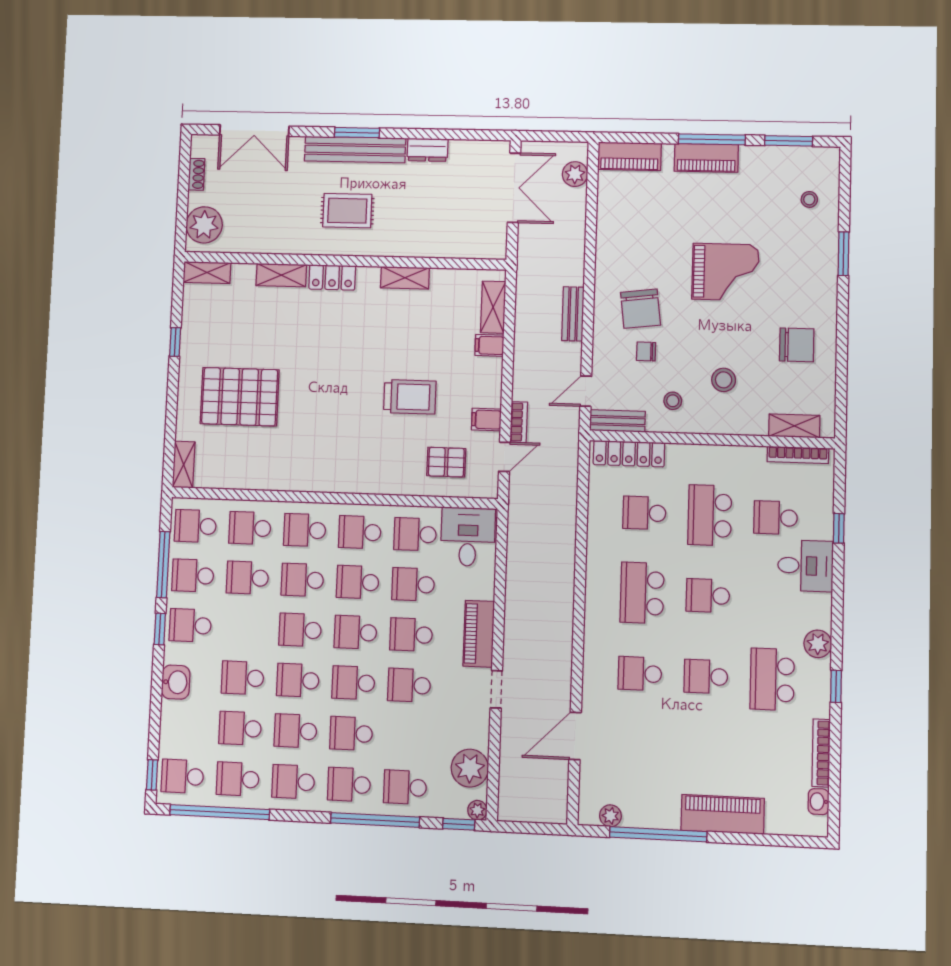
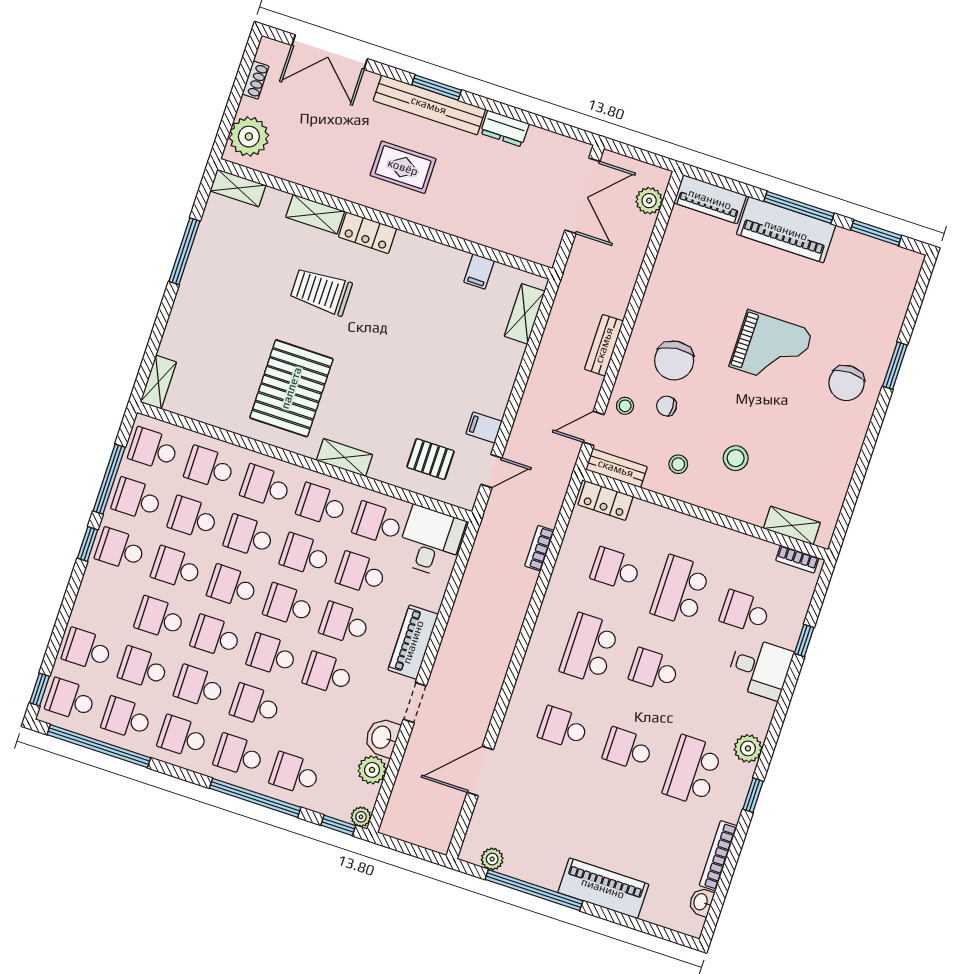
piano: (706, 158) -> (786, 230), width x1.37, depth x1.33
stool: (809, 199) -> (625, 406), moved
shelving: (405, 278) -> (344, 457), moved
window: (175, 342) -> (184, 251), width x2.17
filing cabinet: (489, 345) -> (479, 271), moved, turned -90
chair: (797, 345) -> (846, 383), moved, turned 90
pallet: (240, 397) -> (291, 388), moved, turned 90
trolley: (410, 397) -> (321, 291), moved, turned 180
bookcase: (519, 422) -> (539, 548), moved, turned 180
locker: (629, 454) -> (605, 501), width x0.66
bookcase: (798, 455) -> (797, 559), width x0.64
school desk: (245, 628) -> (176, 568), added
washbasin: (176, 682) -> (382, 737), moved, turned 180
school desk: (185, 726) -> (87, 650), added
plant: (470, 768) -> (372, 770), width x0.73, depth x0.73

